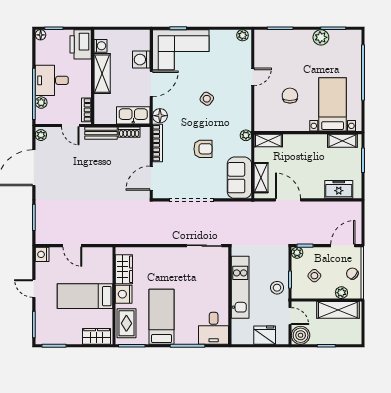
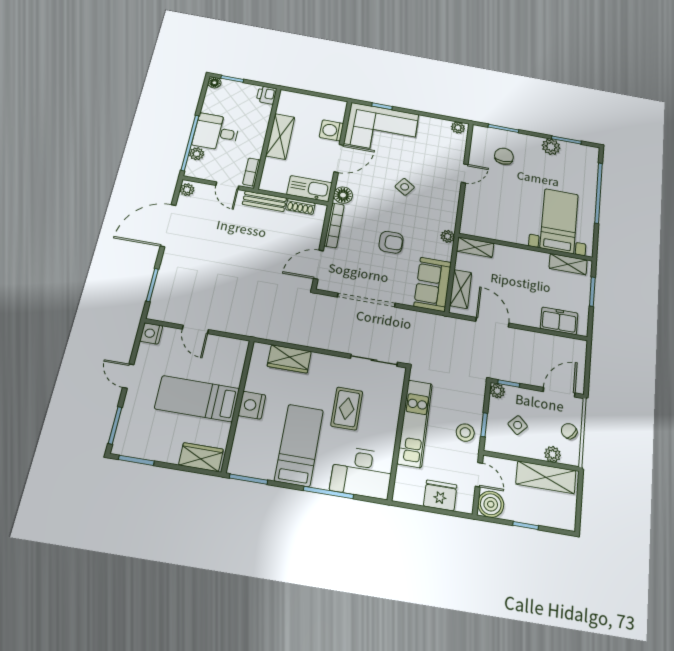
printer: (81, 44) -> (267, 95), width x0.53, depth x0.68
washing machine: (100, 46) -> (285, 107), removed
chair: (290, 96) -> (504, 156), moved
wardrobe: (124, 269) -> (289, 359), moved, turned 90
rug: (126, 323) -> (347, 408), moved
desk: (214, 328) -> (362, 472), width x1.37

